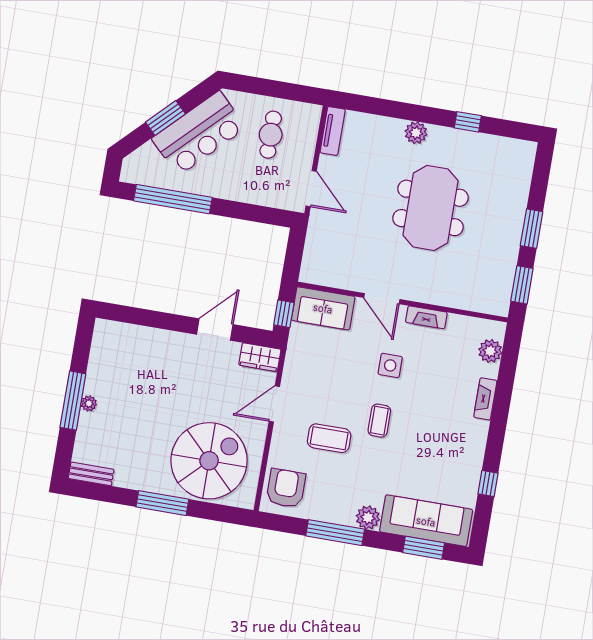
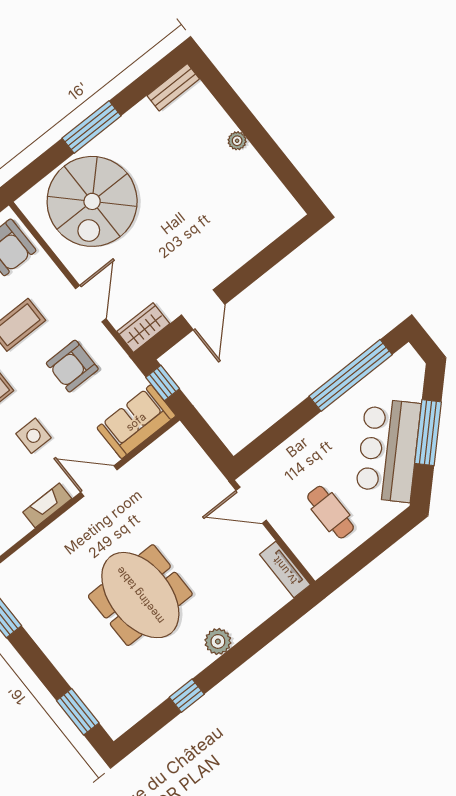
window: (165, 118) -> (428, 433), width x1.44
window: (532, 229) -> (78, 712), moved
armchair: (324, 380) -> (72, 366), added
window: (73, 401) -> (252, 129), removed

